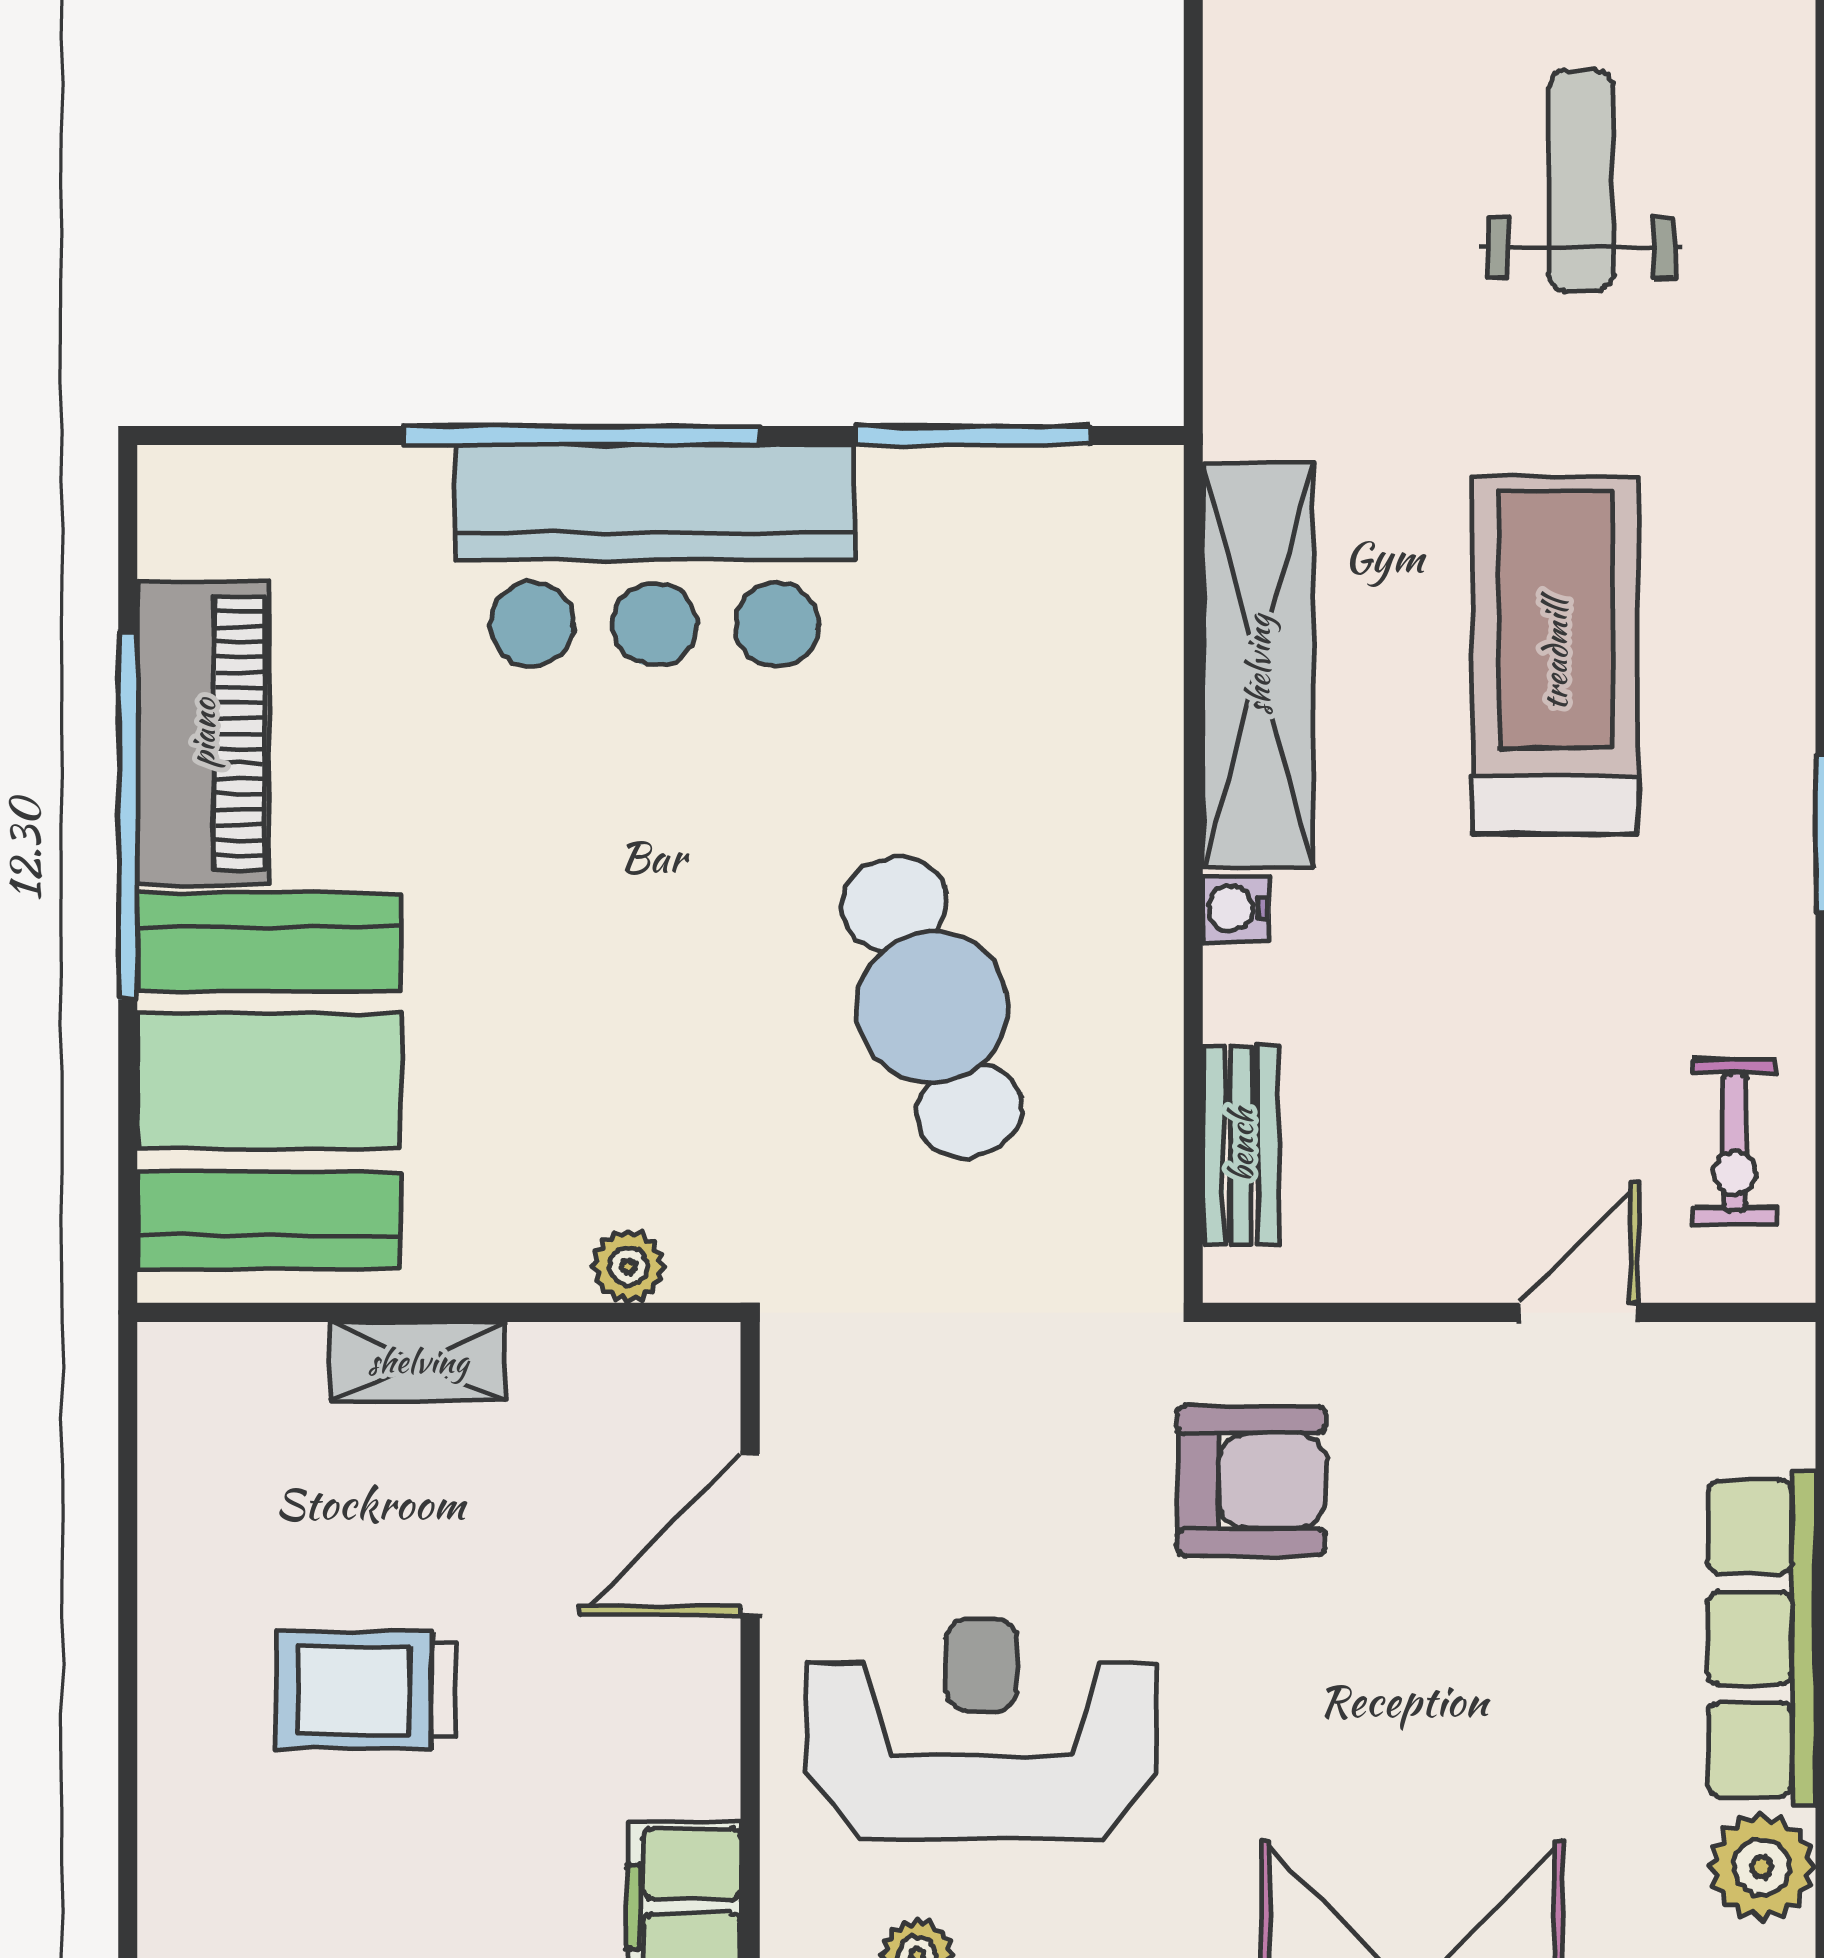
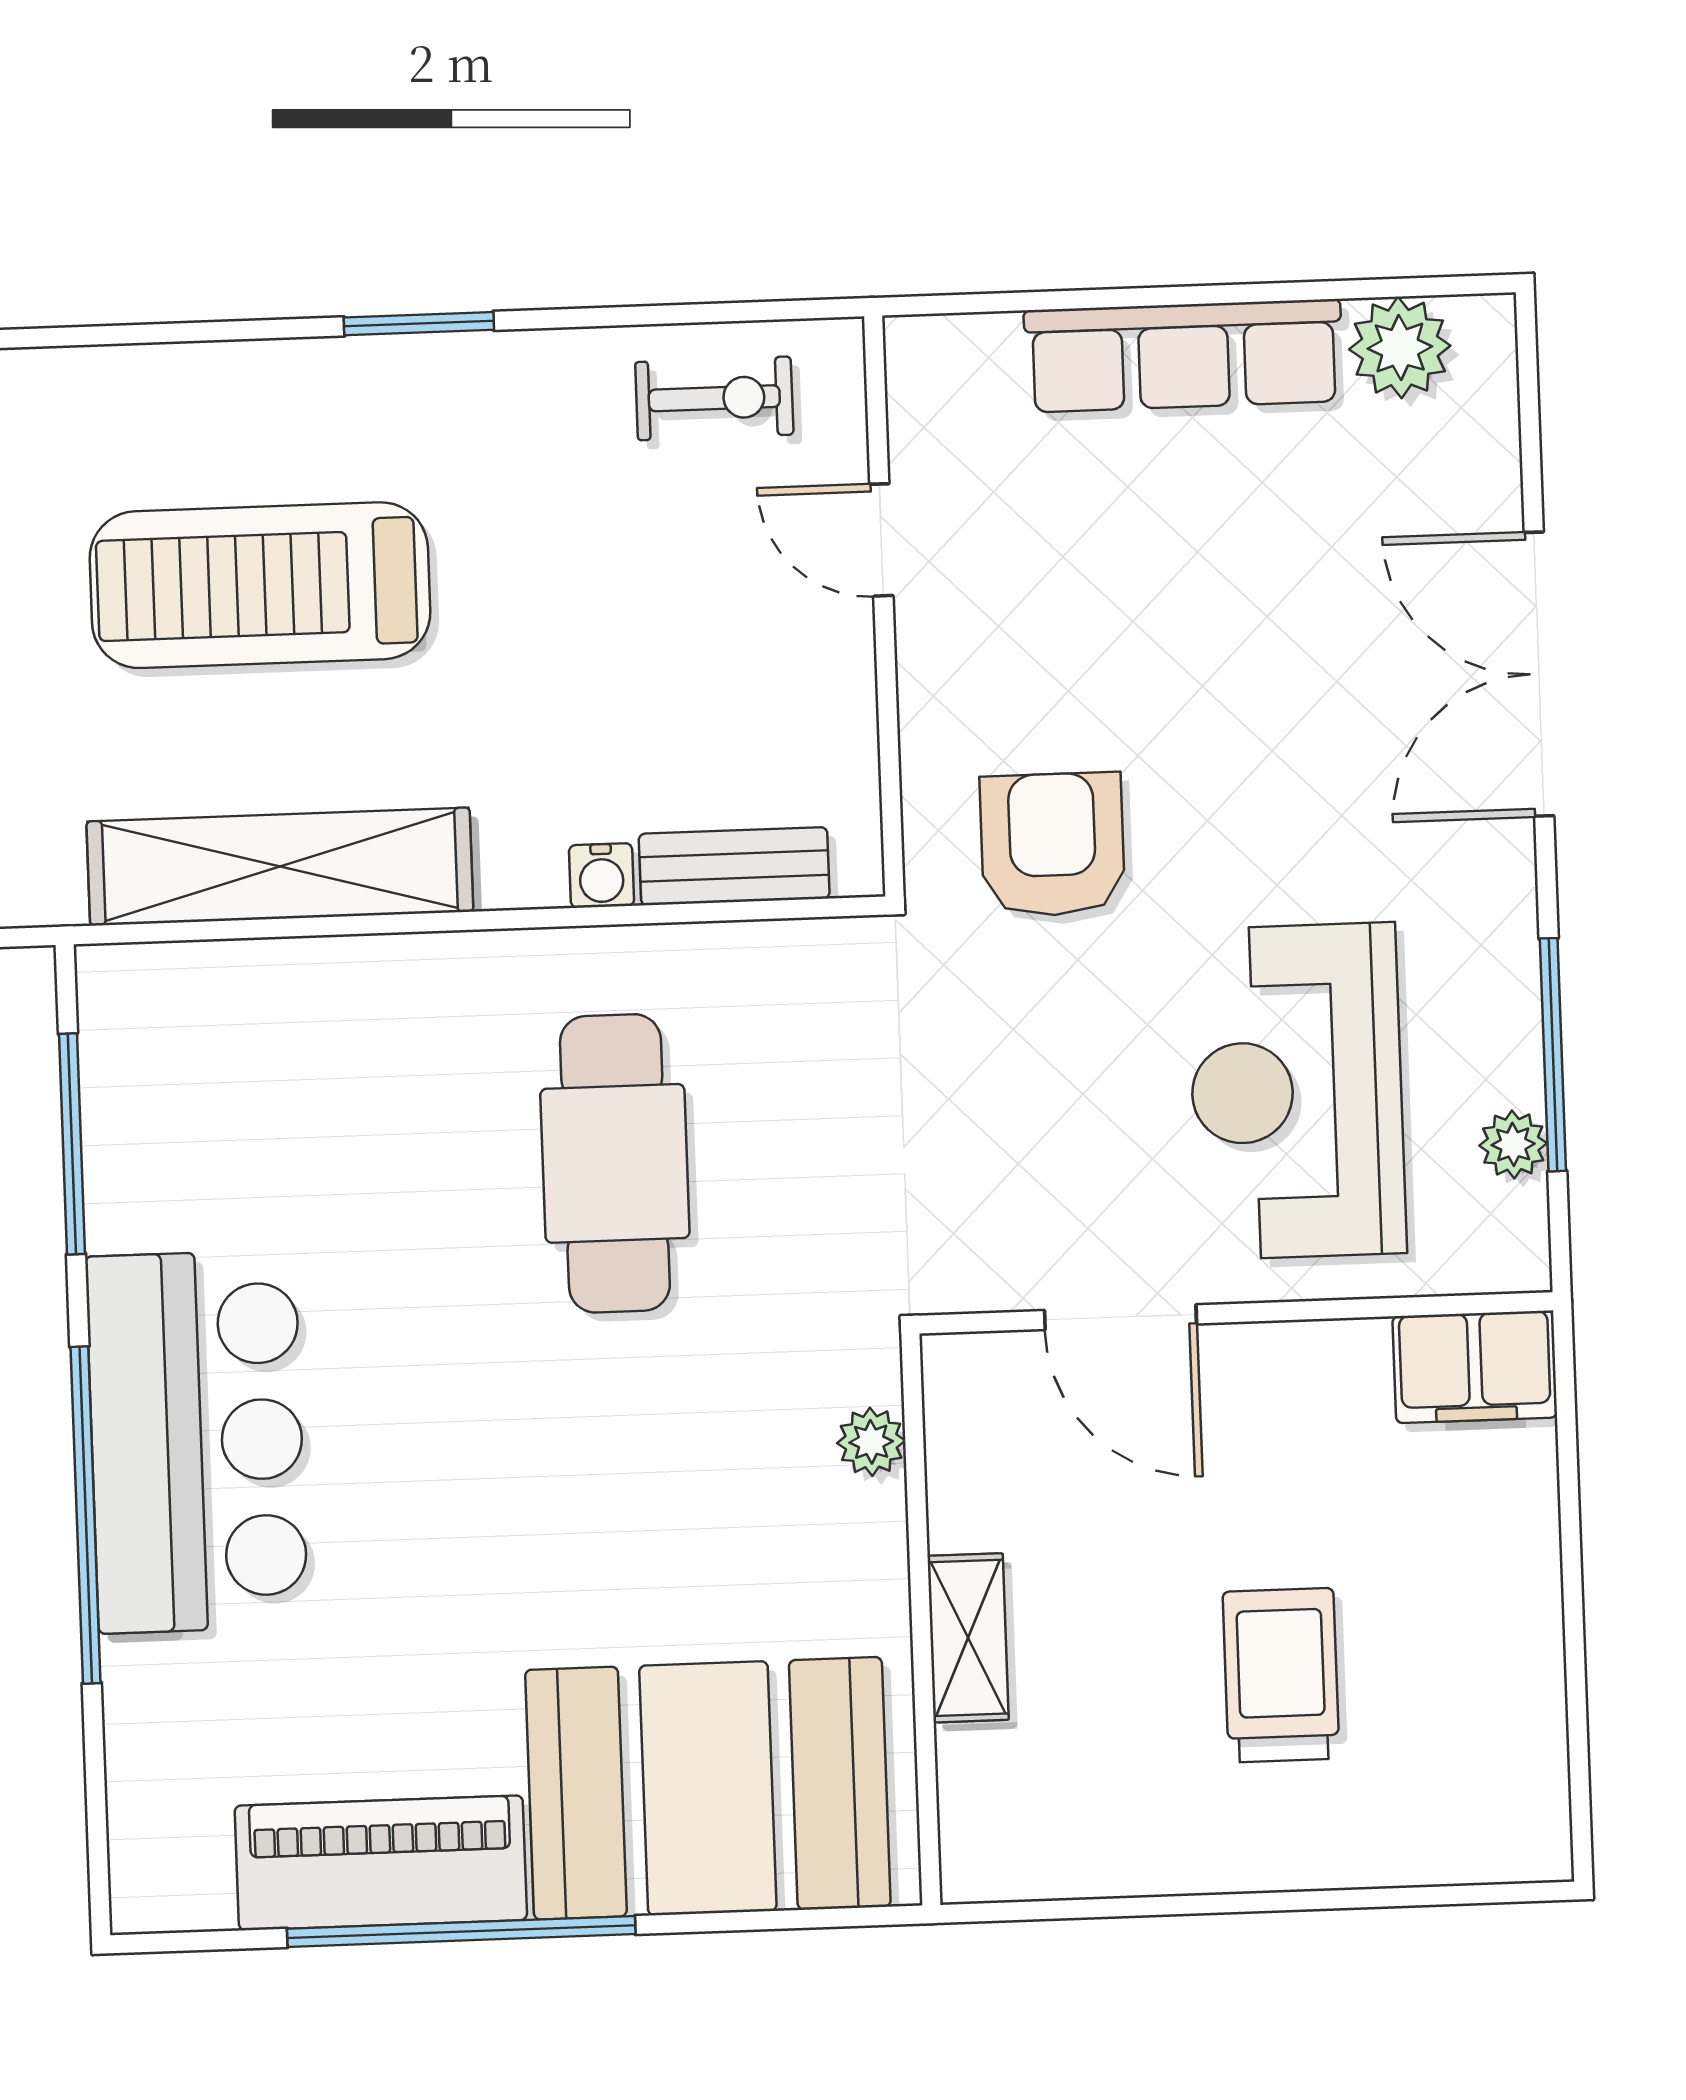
water cooler: (1236, 908) -> (602, 876), moved
cafe table: (932, 1007) -> (615, 1163), turned -70
trolley: (366, 1690) -> (1281, 1675), turned 180

